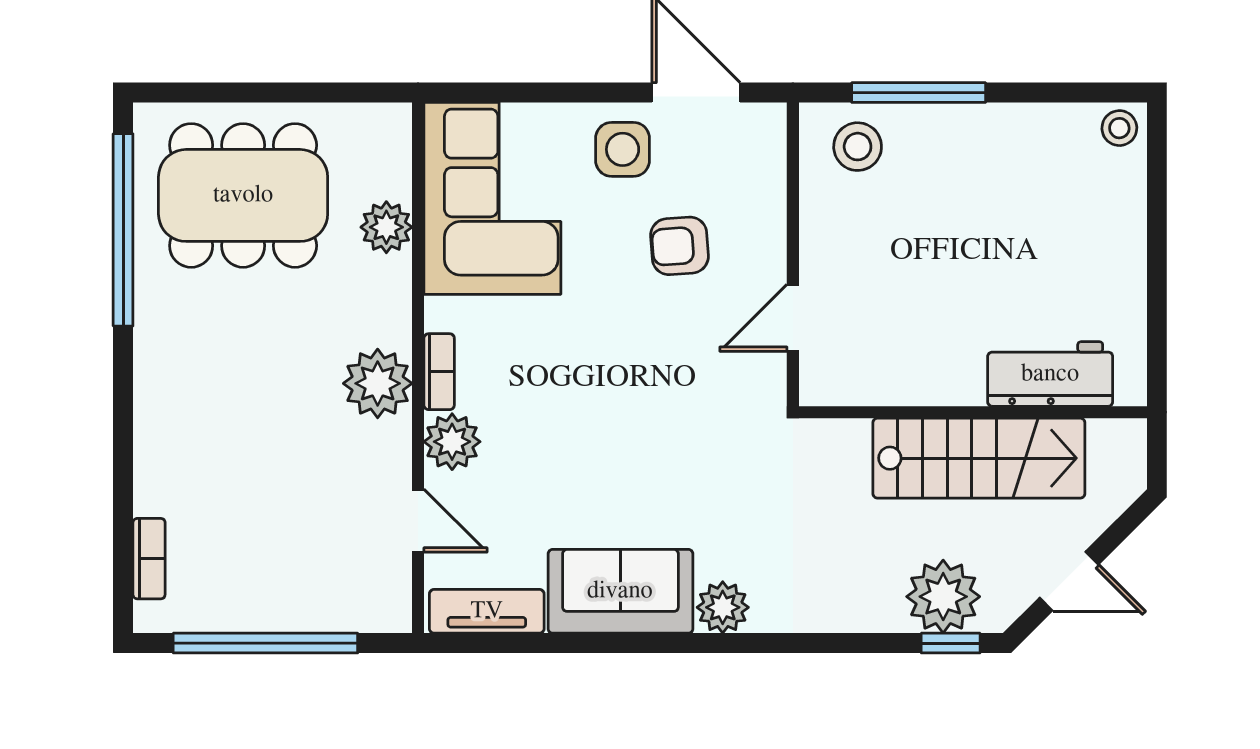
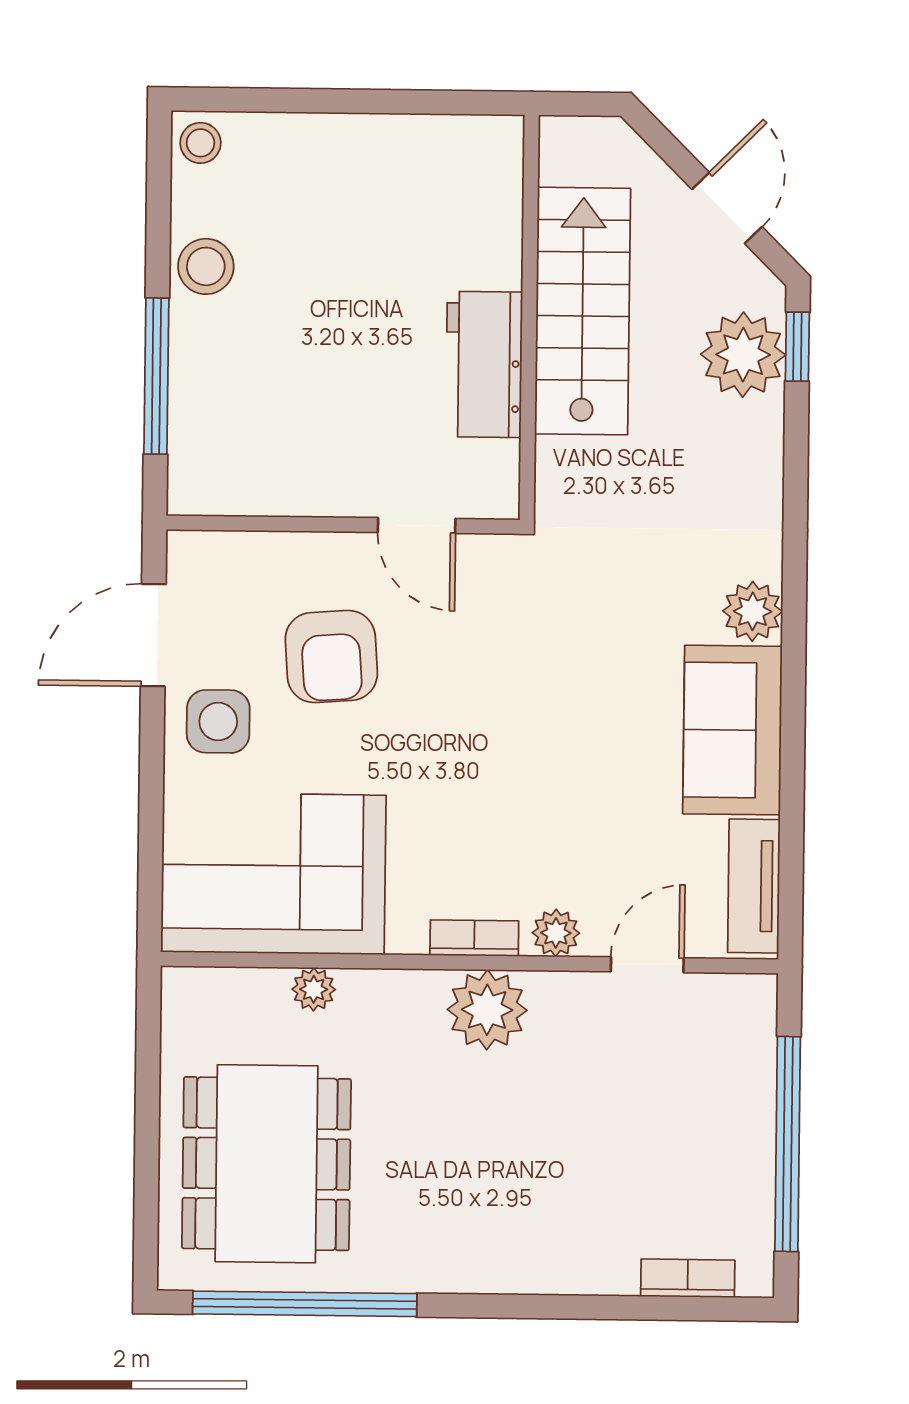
stool: (858, 147) -> (206, 266), moved
plant: (386, 227) -> (314, 989), width x0.73, depth x0.73
armchair: (679, 246) -> (331, 657), width x1.38, depth x1.38
workbench: (1050, 374) -> (484, 364), moved
plant: (452, 442) -> (556, 933), width x0.73, depth x0.73

